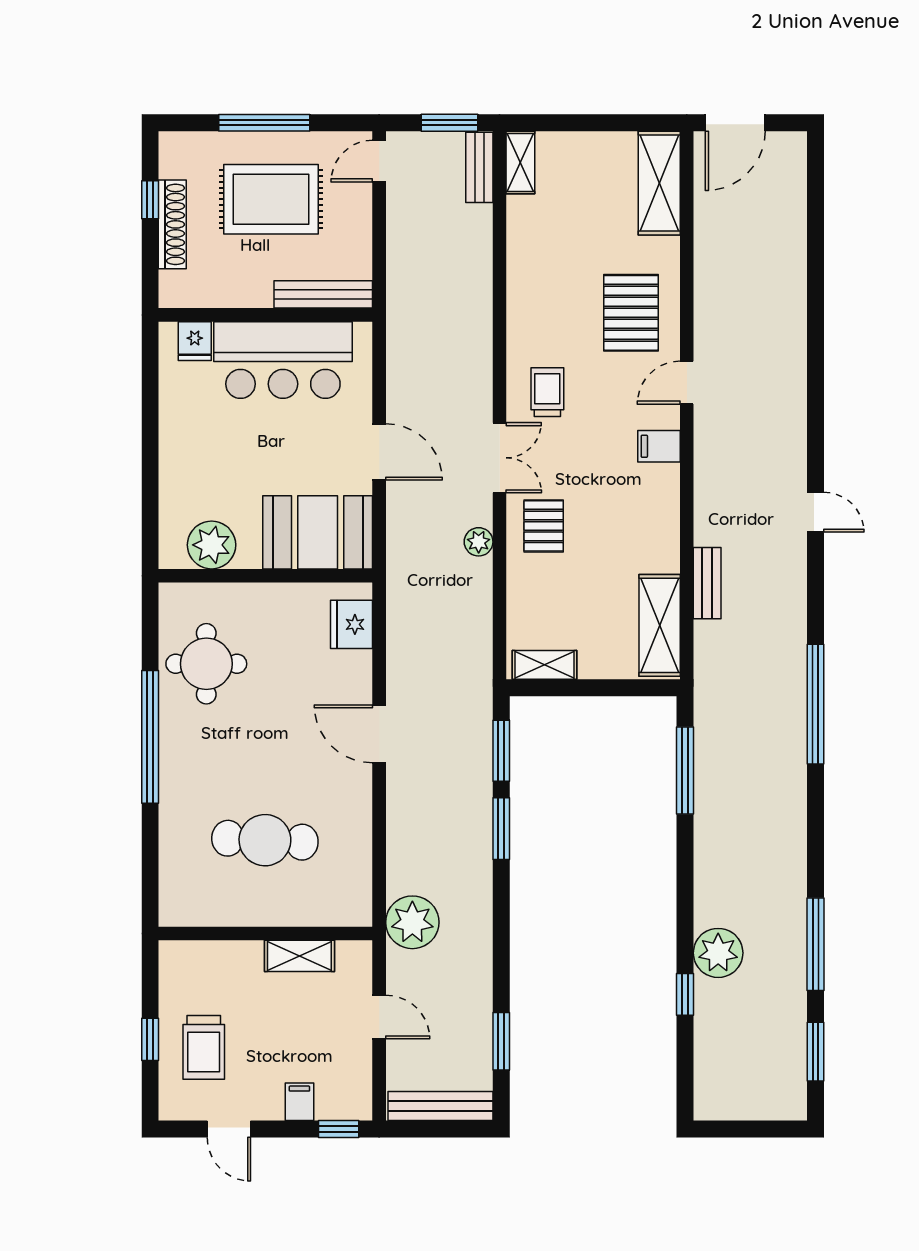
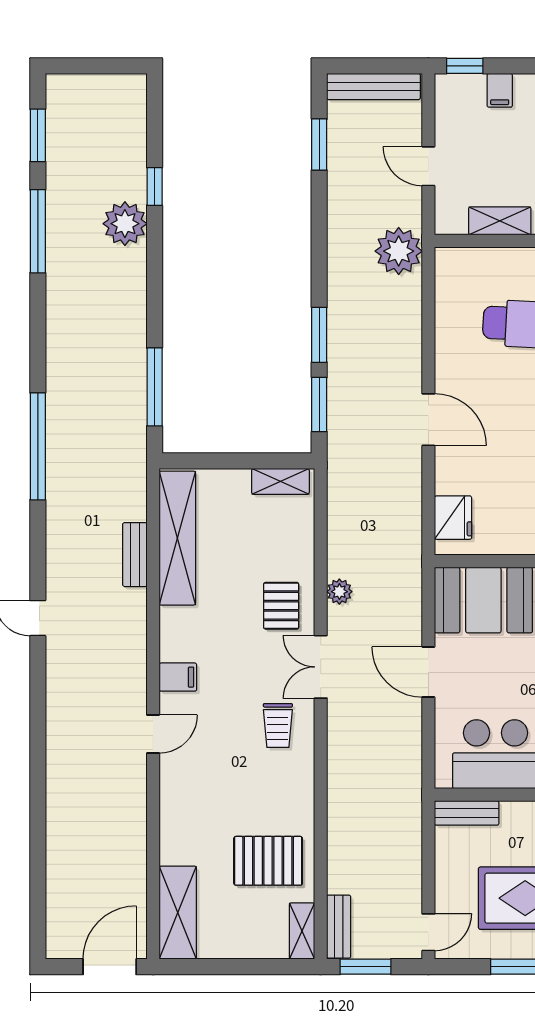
bench: (323, 294) -> (467, 813), width x0.73
pallet: (631, 313) -> (268, 861), moved, turned 90
shelving: (660, 625) -> (177, 538), width x1.47

